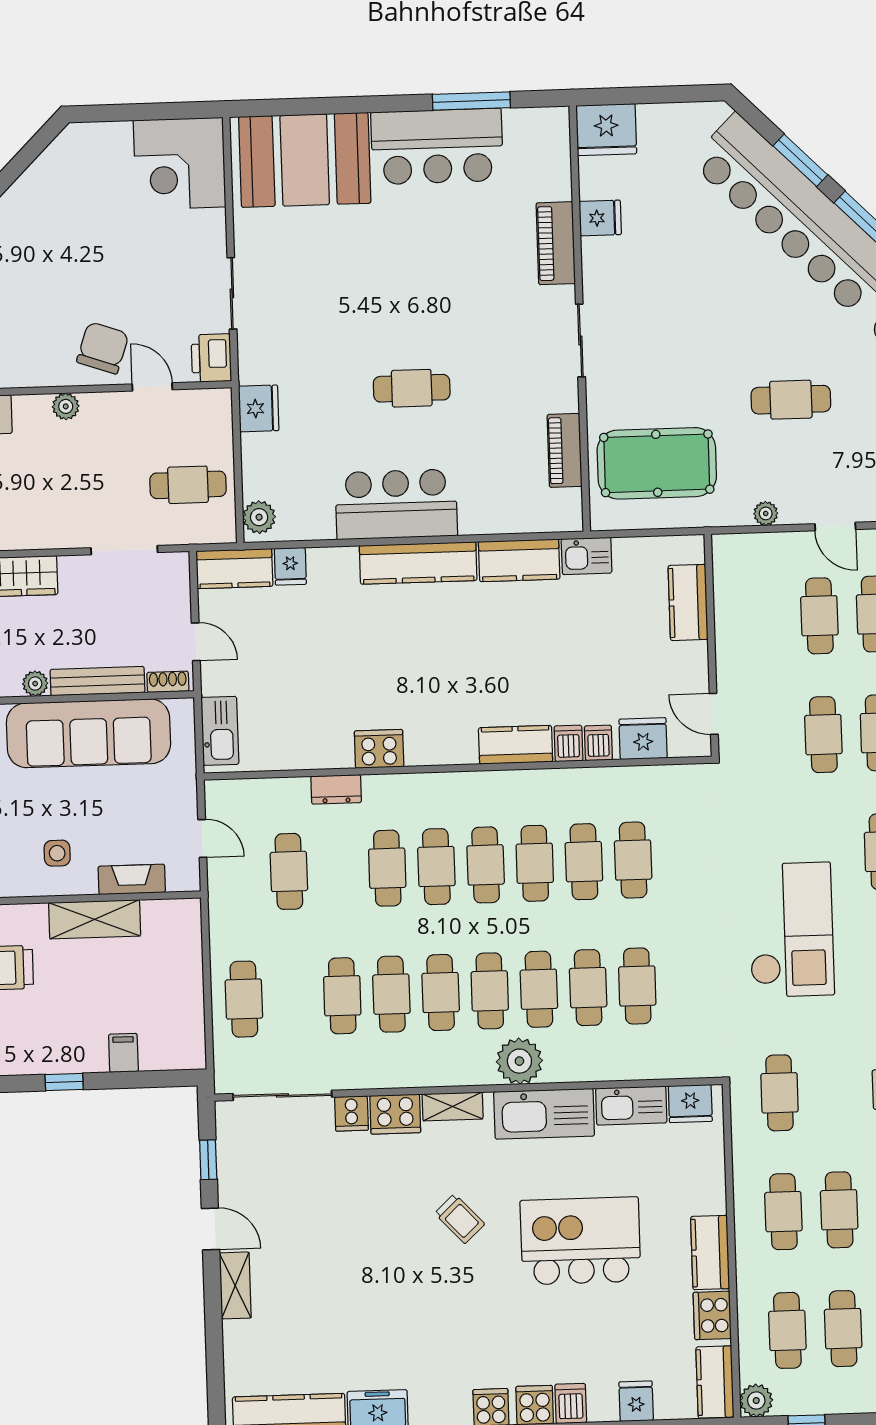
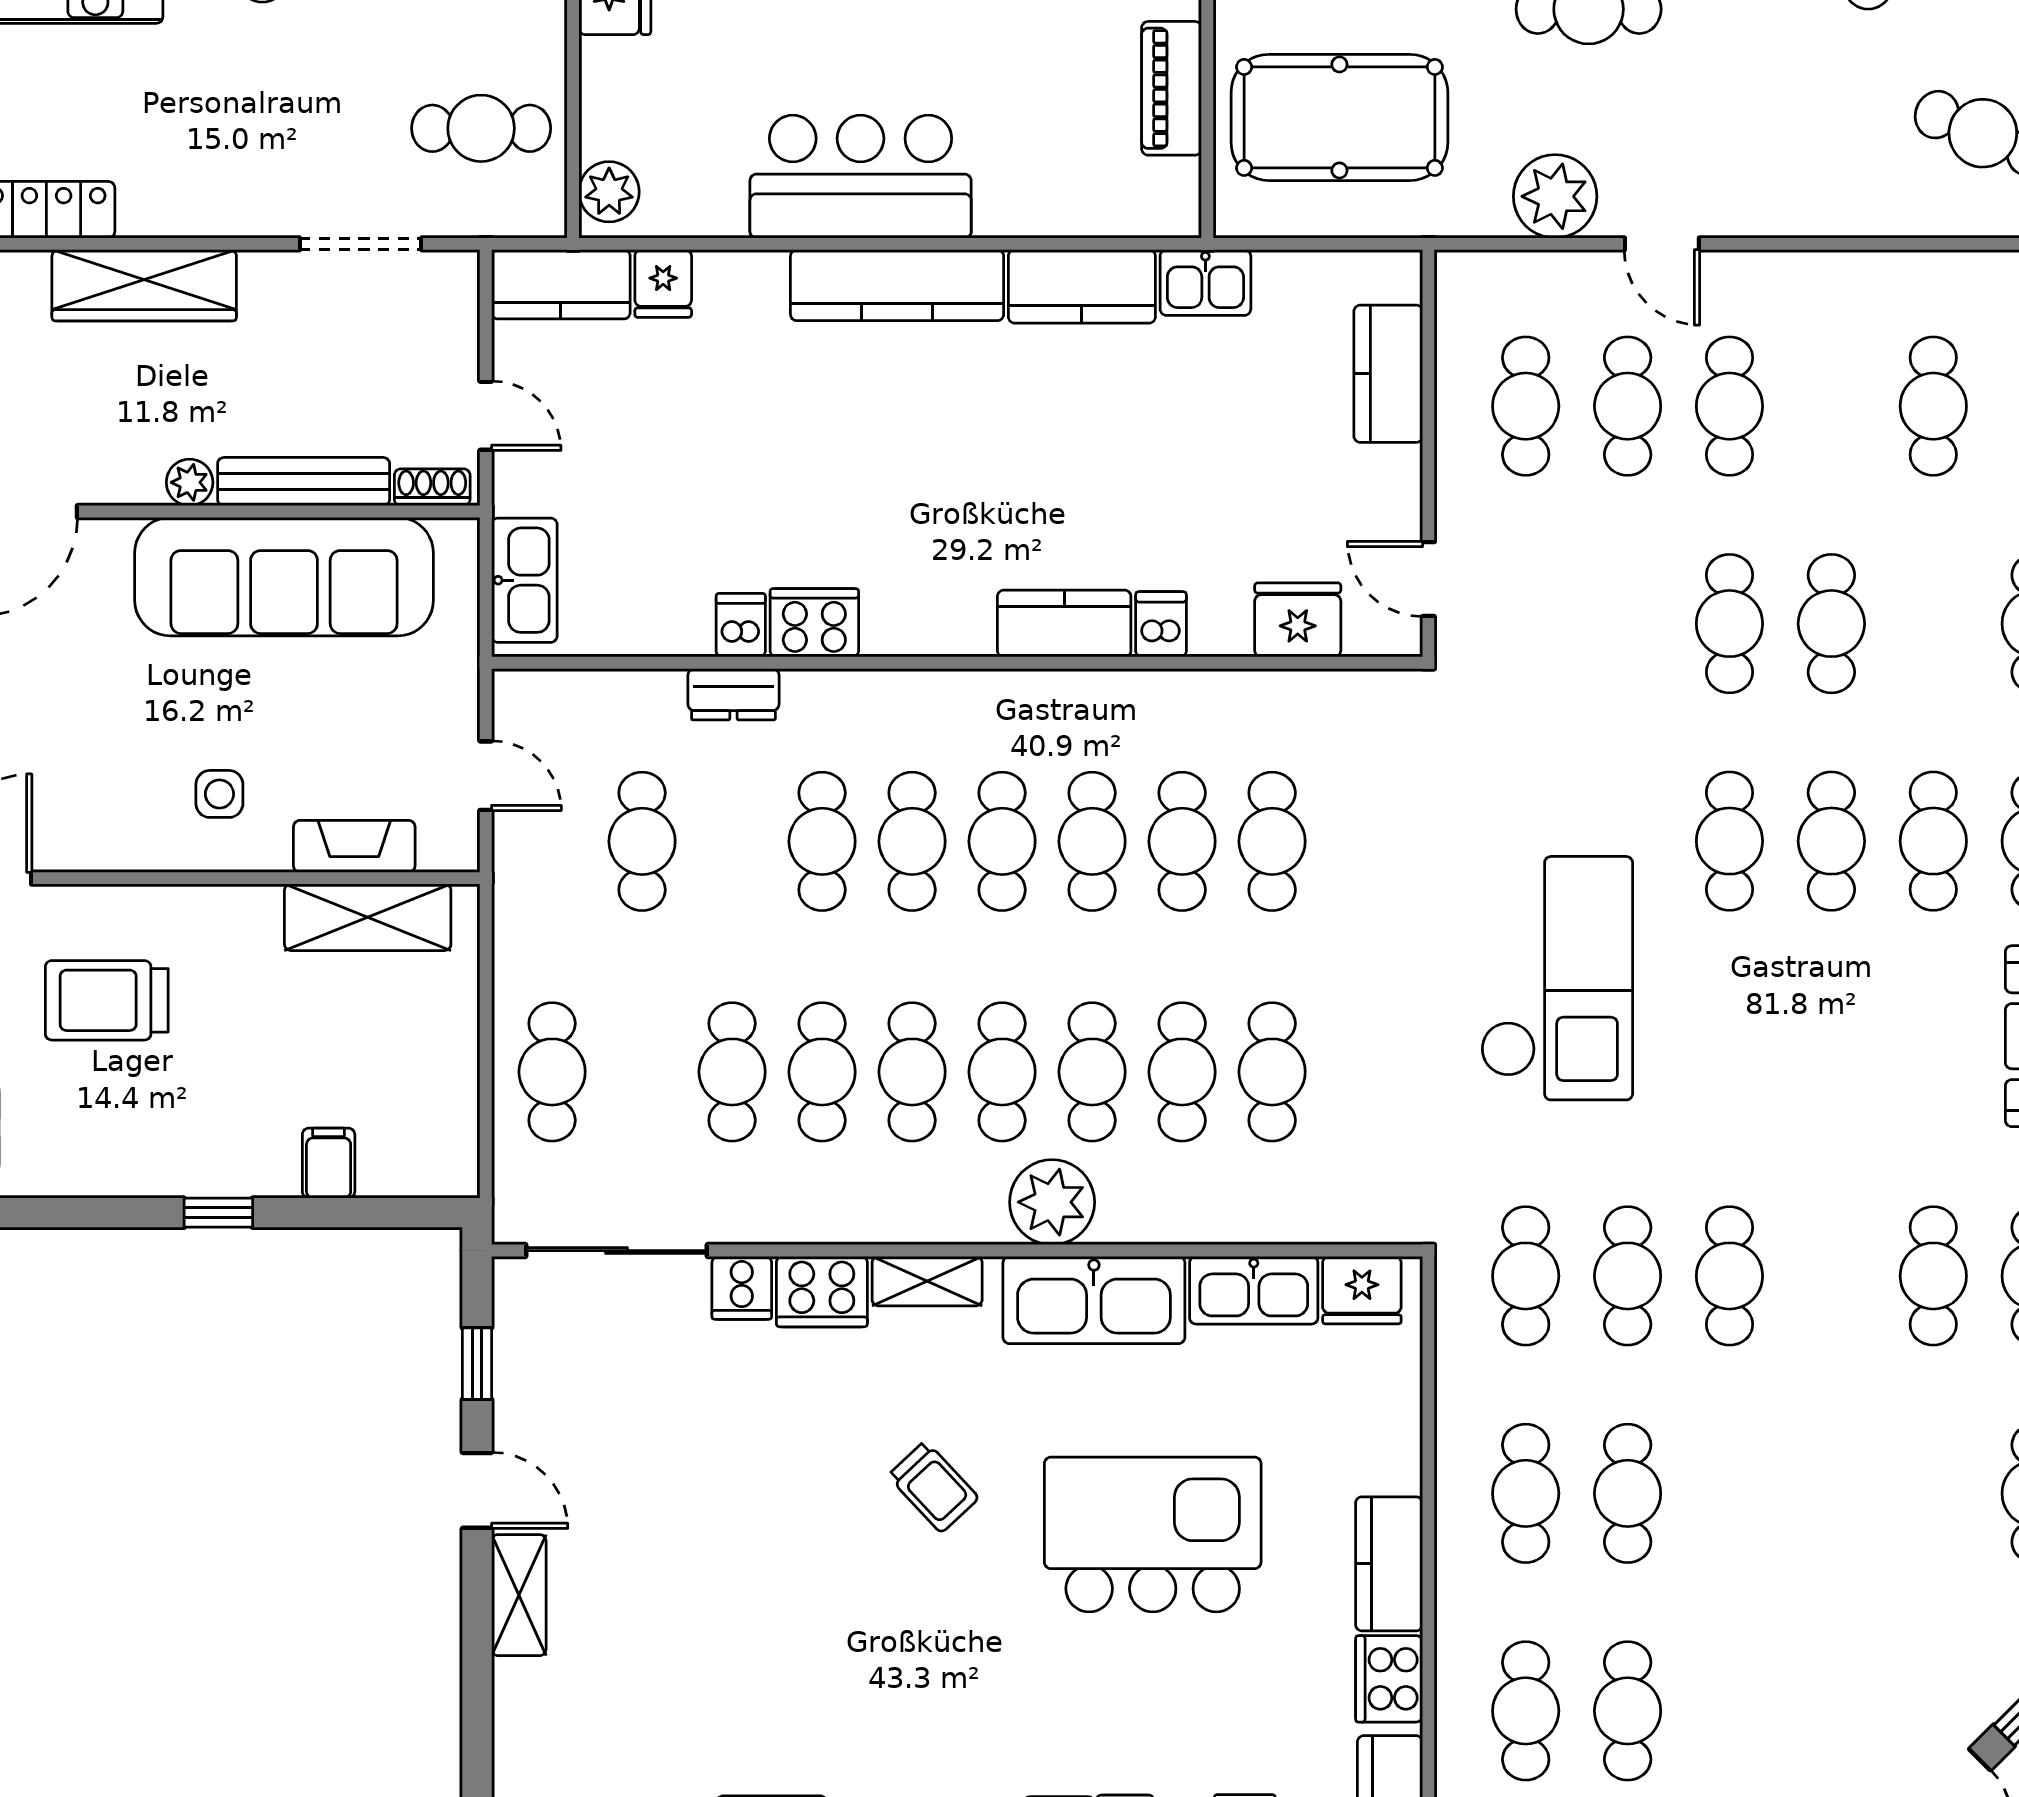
plant: (766, 513) -> (1555, 196), width x1.88, depth x1.88
cafe table: (823, 735) -> (1526, 406), moved
dishwasher: (598, 743) -> (741, 625), moved
shelving: (95, 919) -> (368, 917), moved
cafe table: (835, 1091) -> (1628, 1276), added

